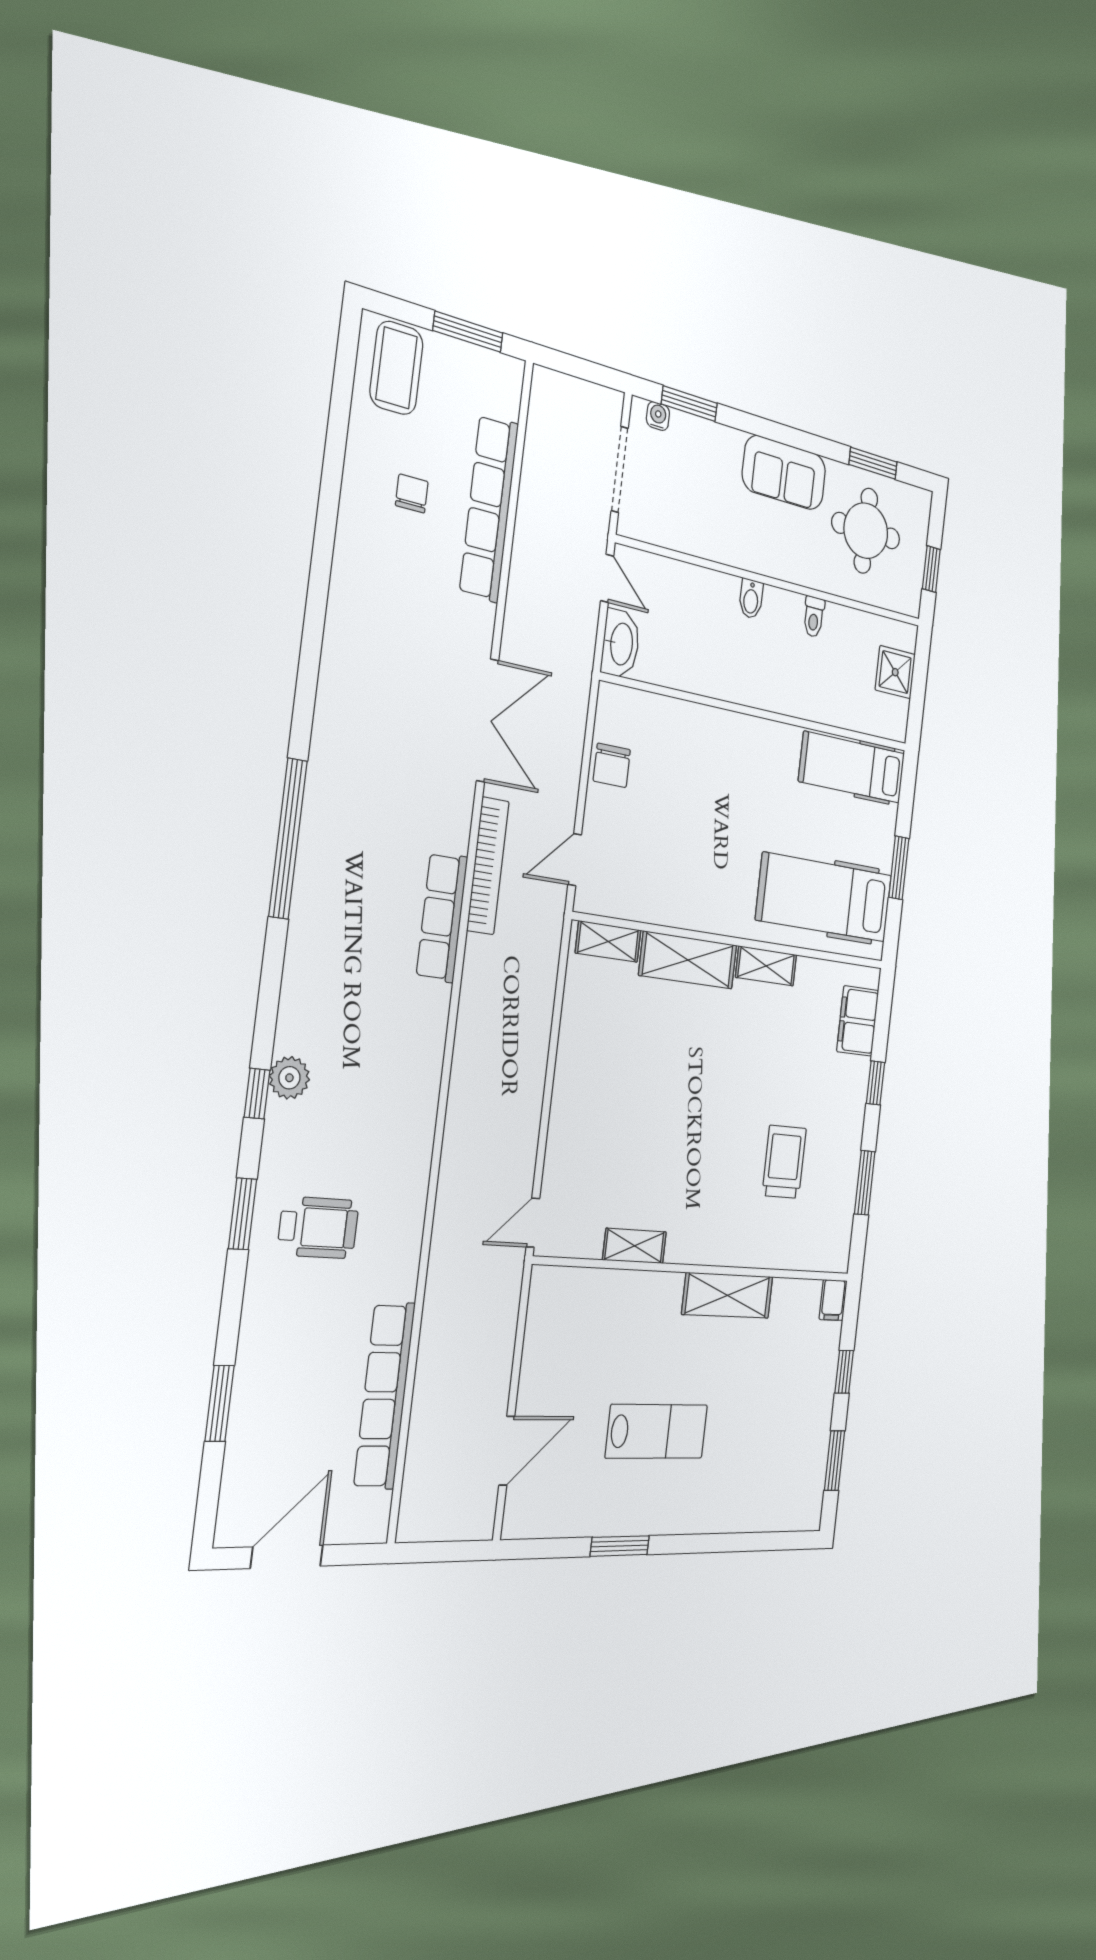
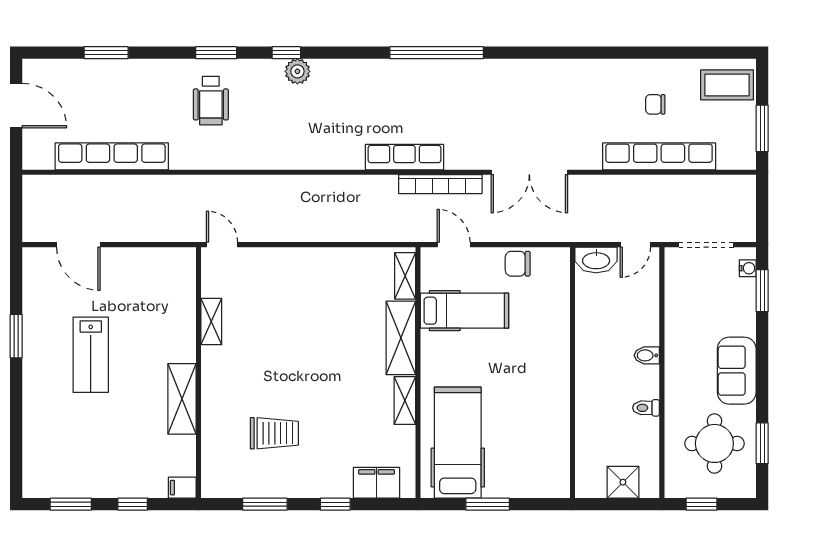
chair: (412, 493) -> (655, 104), turned 180
hospital bed: (852, 767) -> (465, 311), moved, turned 90

